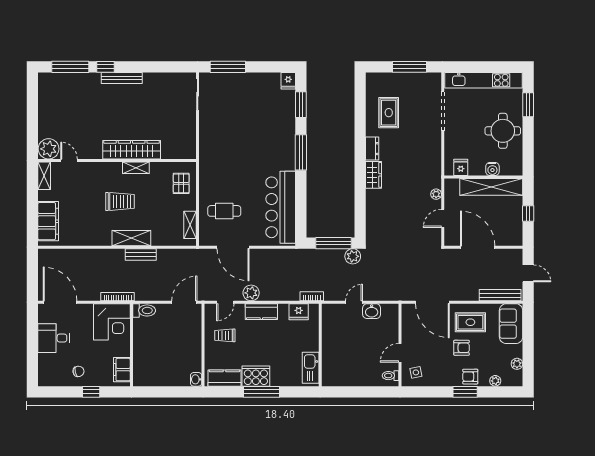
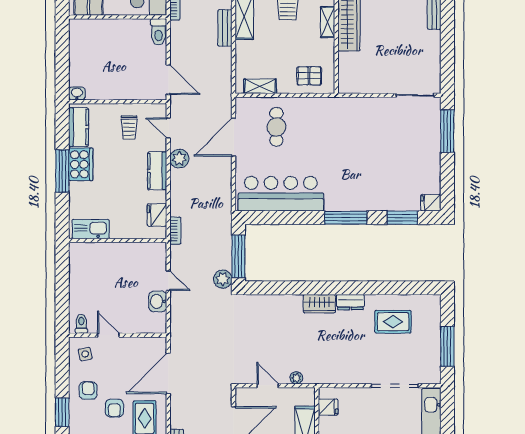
trolley: (225, 335) -> (129, 128), turned 180
armchair: (470, 377) -> (88, 391), moved

